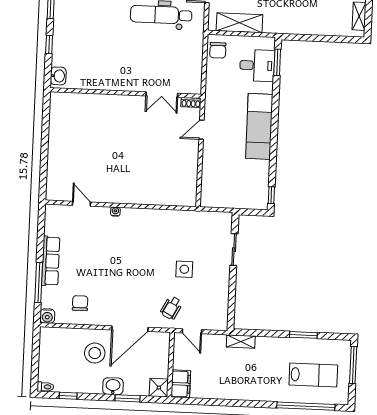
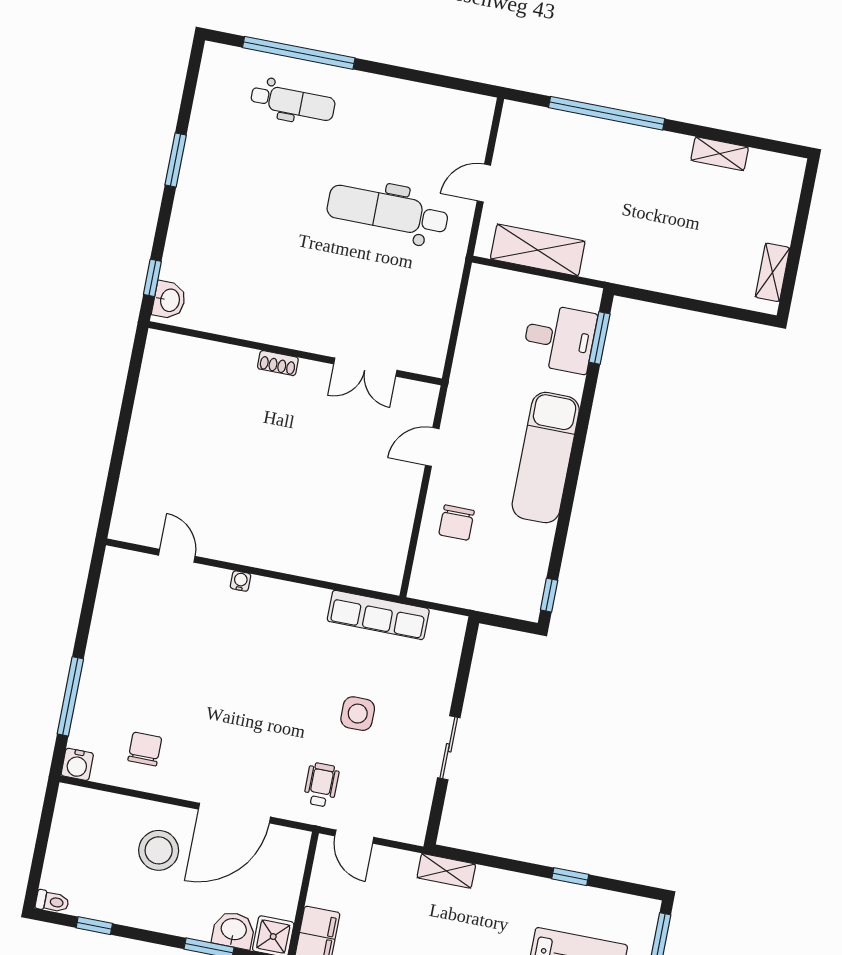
window: (49, 45) -> (152, 278), moved
chair: (218, 50) -> (457, 523), moved
shoe rack: (191, 102) -> (278, 363), moved
sliding door: (234, 250) -> (449, 748), moved
row of seats: (51, 261) -> (378, 615), moved, turned 90
wheelchair: (171, 308) -> (321, 785), turned 152
window: (303, 335) -> (570, 877), width x0.67
washbasin: (113, 386) -> (234, 930), moved

